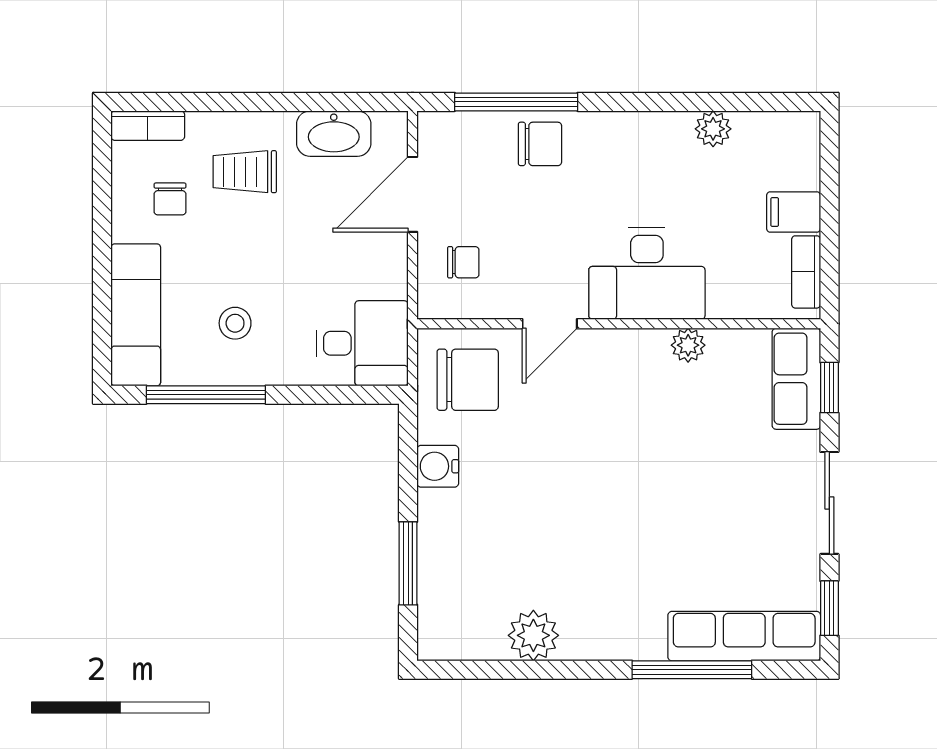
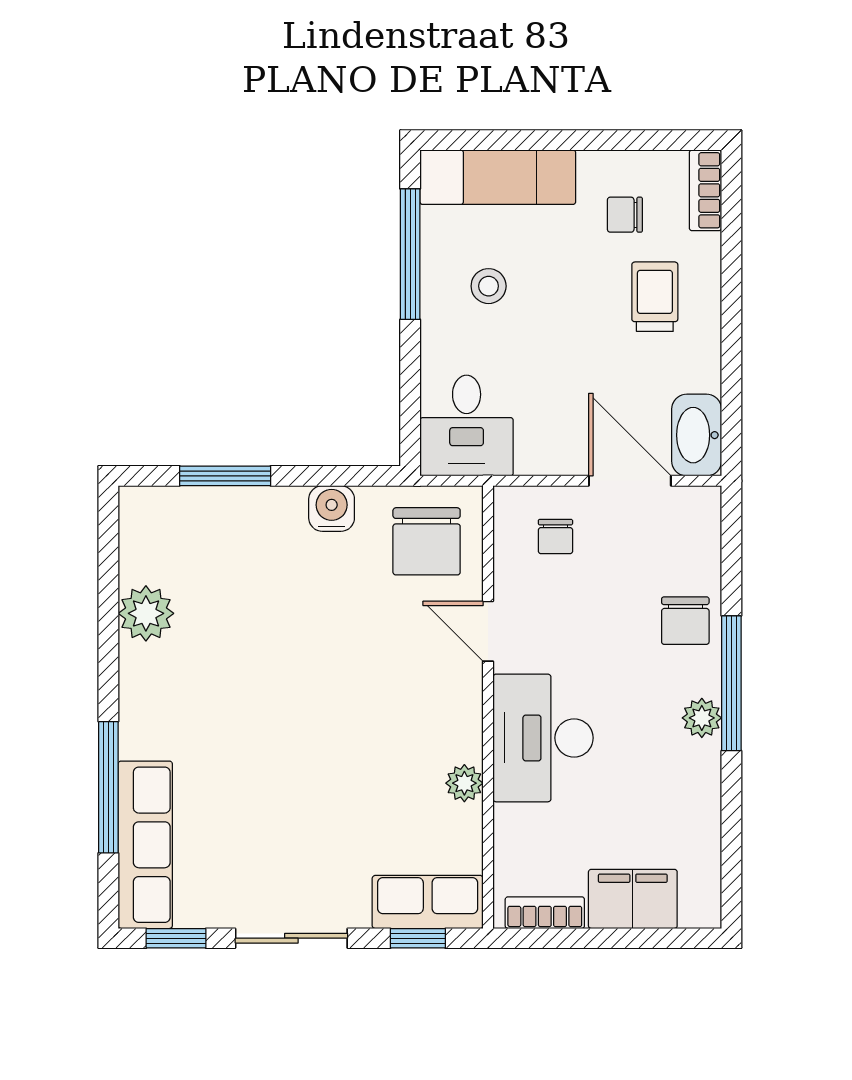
window: (516, 102) -> (731, 683), moved
plant: (713, 129) -> (702, 718), moved
washbasin: (334, 134) -> (697, 435), moved
filing cabinet: (794, 212) -> (633, 899), width x2.00

